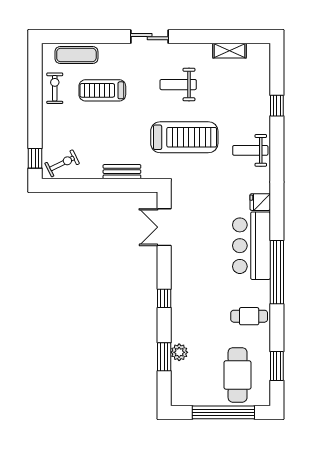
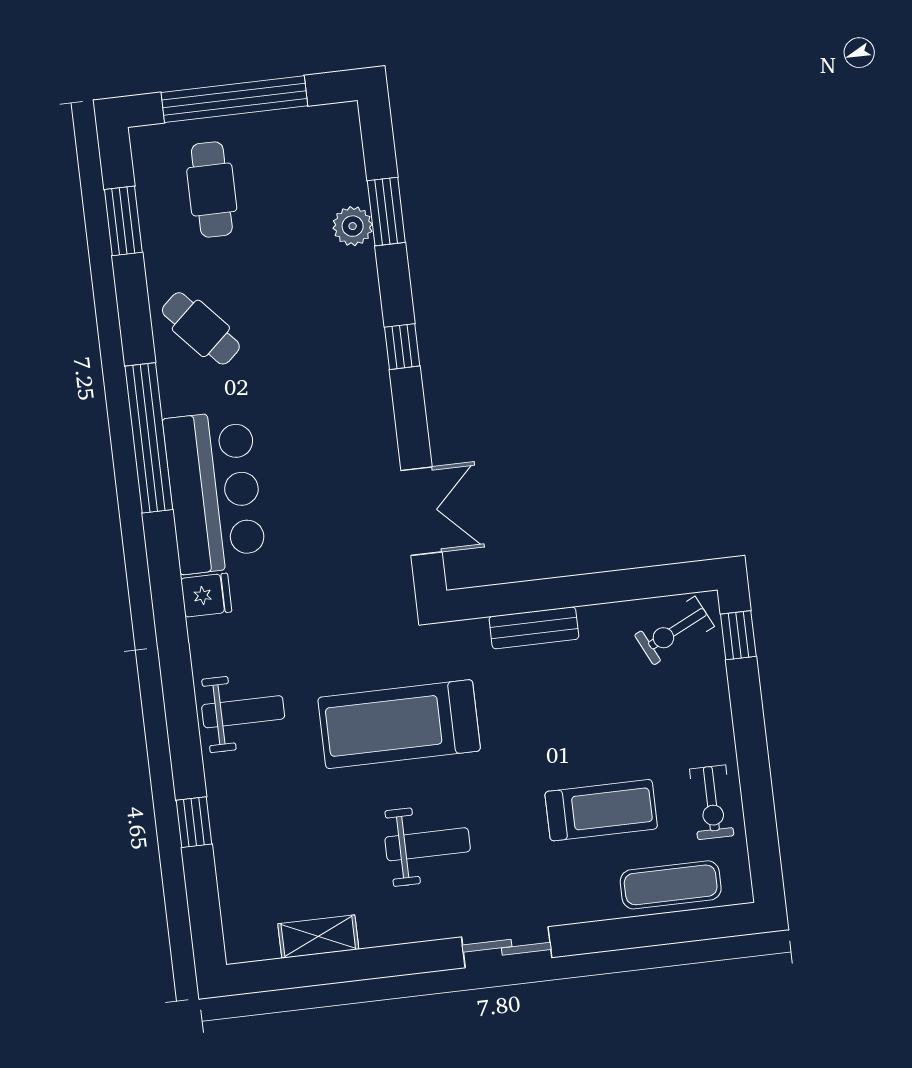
cafe table: (249, 316) -> (201, 328), turned 48
cafe table: (238, 375) -> (212, 189), width x0.73, depth x0.74

